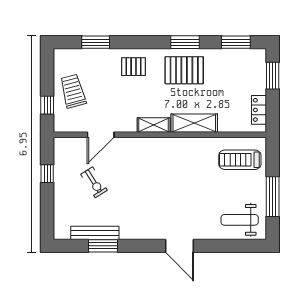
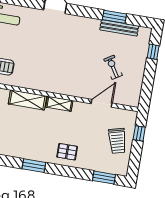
window: (96, 42) -> (104, 178), moved
window: (185, 42) -> (34, 166), moved
pallet: (184, 70) -> (28, 142), removed
window: (47, 174) -> (153, 52), moved

